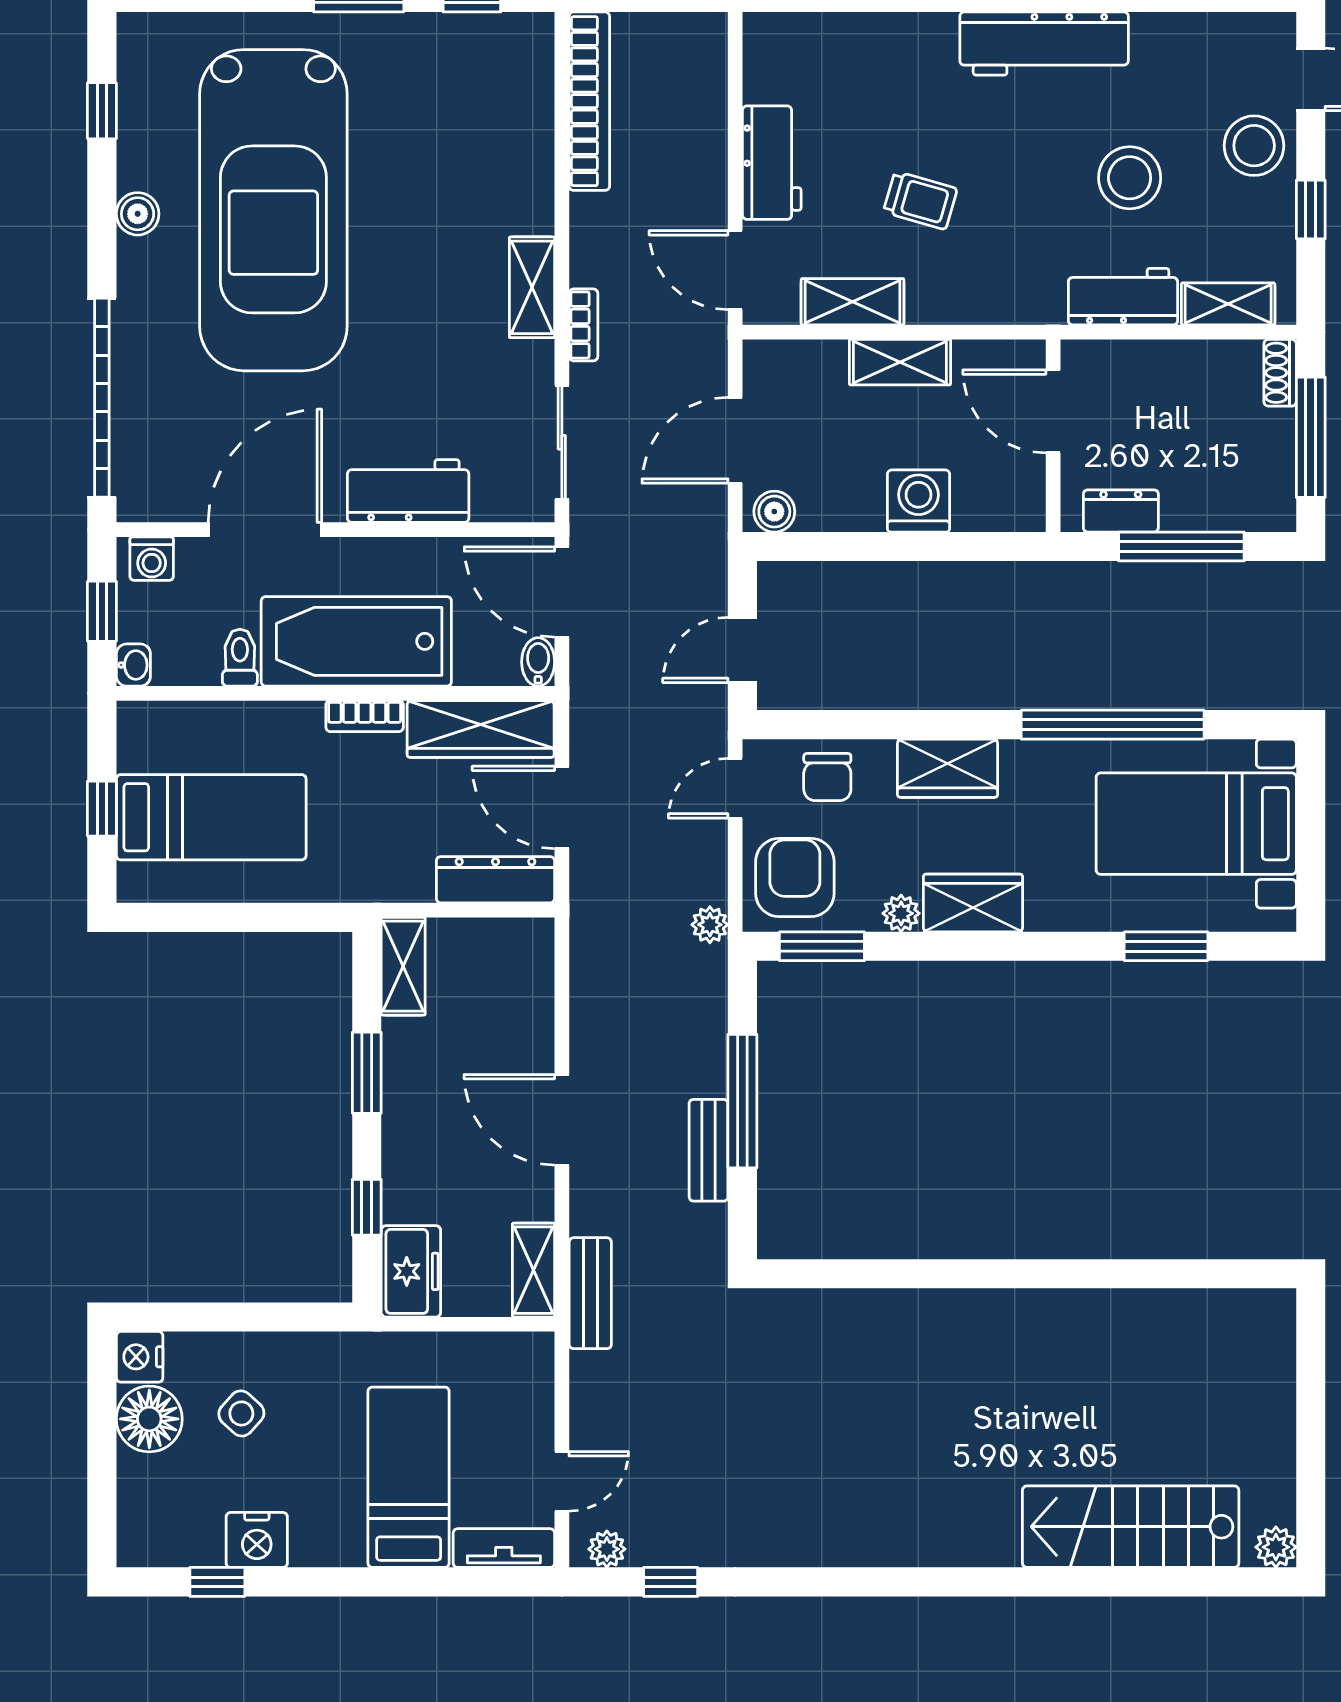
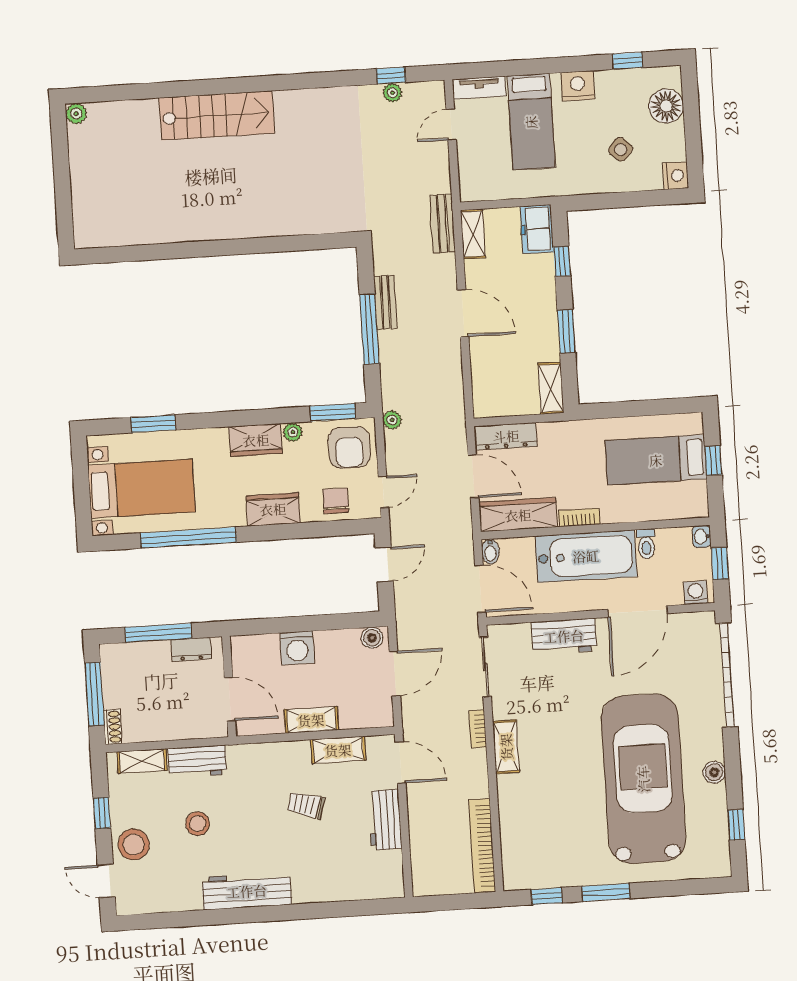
stool: (1130, 178) -> (198, 824), width x0.73, depth x0.73
floor lamp: (149, 1419) -> (666, 106), moved
stairs: (1131, 1527) -> (217, 116), moved
nightstand: (257, 1540) -> (578, 86), moved
plant: (607, 1549) -> (392, 93), moved

